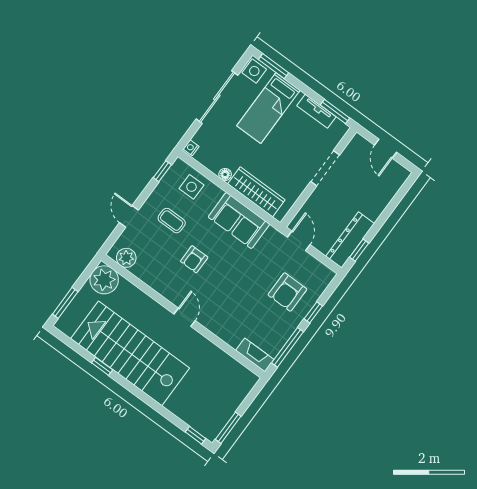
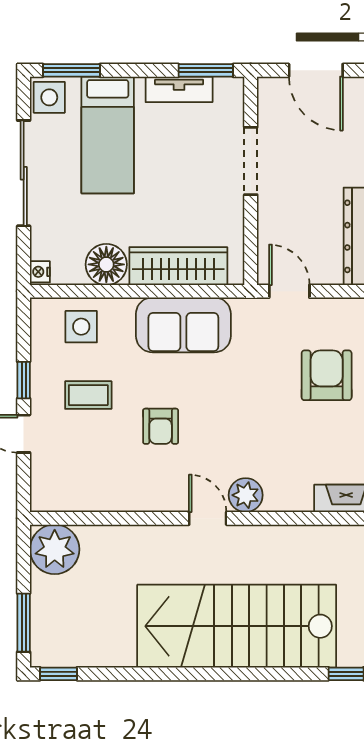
door: (385, 149) -> (316, 70), width x1.38
window: (162, 171) -> (24, 380), moved
floor lamp: (225, 174) -> (106, 264), width x1.89, depth x1.89
plant: (126, 258) -> (246, 495), moved
armchair: (287, 292) -> (327, 375), turned 180
stairs: (130, 353) -> (237, 626), moved
window: (102, 366) -> (58, 674), moved

